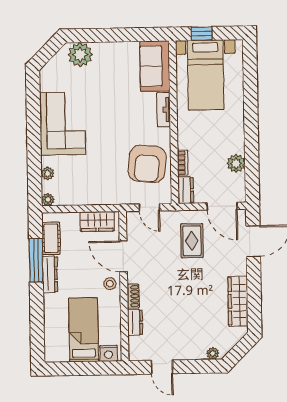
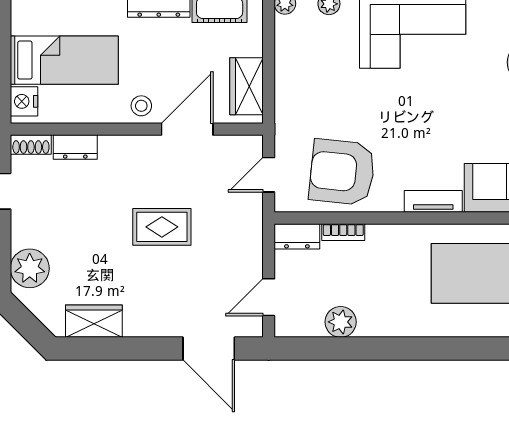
door: (222, 206) -> (269, 297), width x0.73
rug: (192, 241) -> (162, 227), moved
shoe rack: (133, 296) -> (31, 144), moved
wardrobe: (238, 301) -> (94, 321), width x0.67
plant: (213, 353) -> (30, 268), width x1.88, depth x1.88

